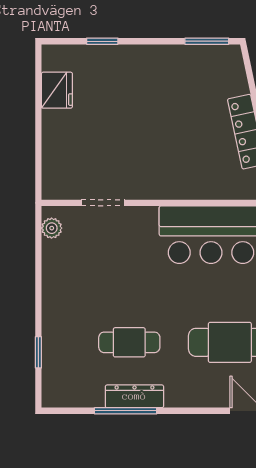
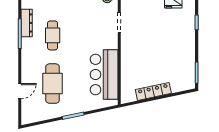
dresser: (134, 396) -> (27, 23), moved

